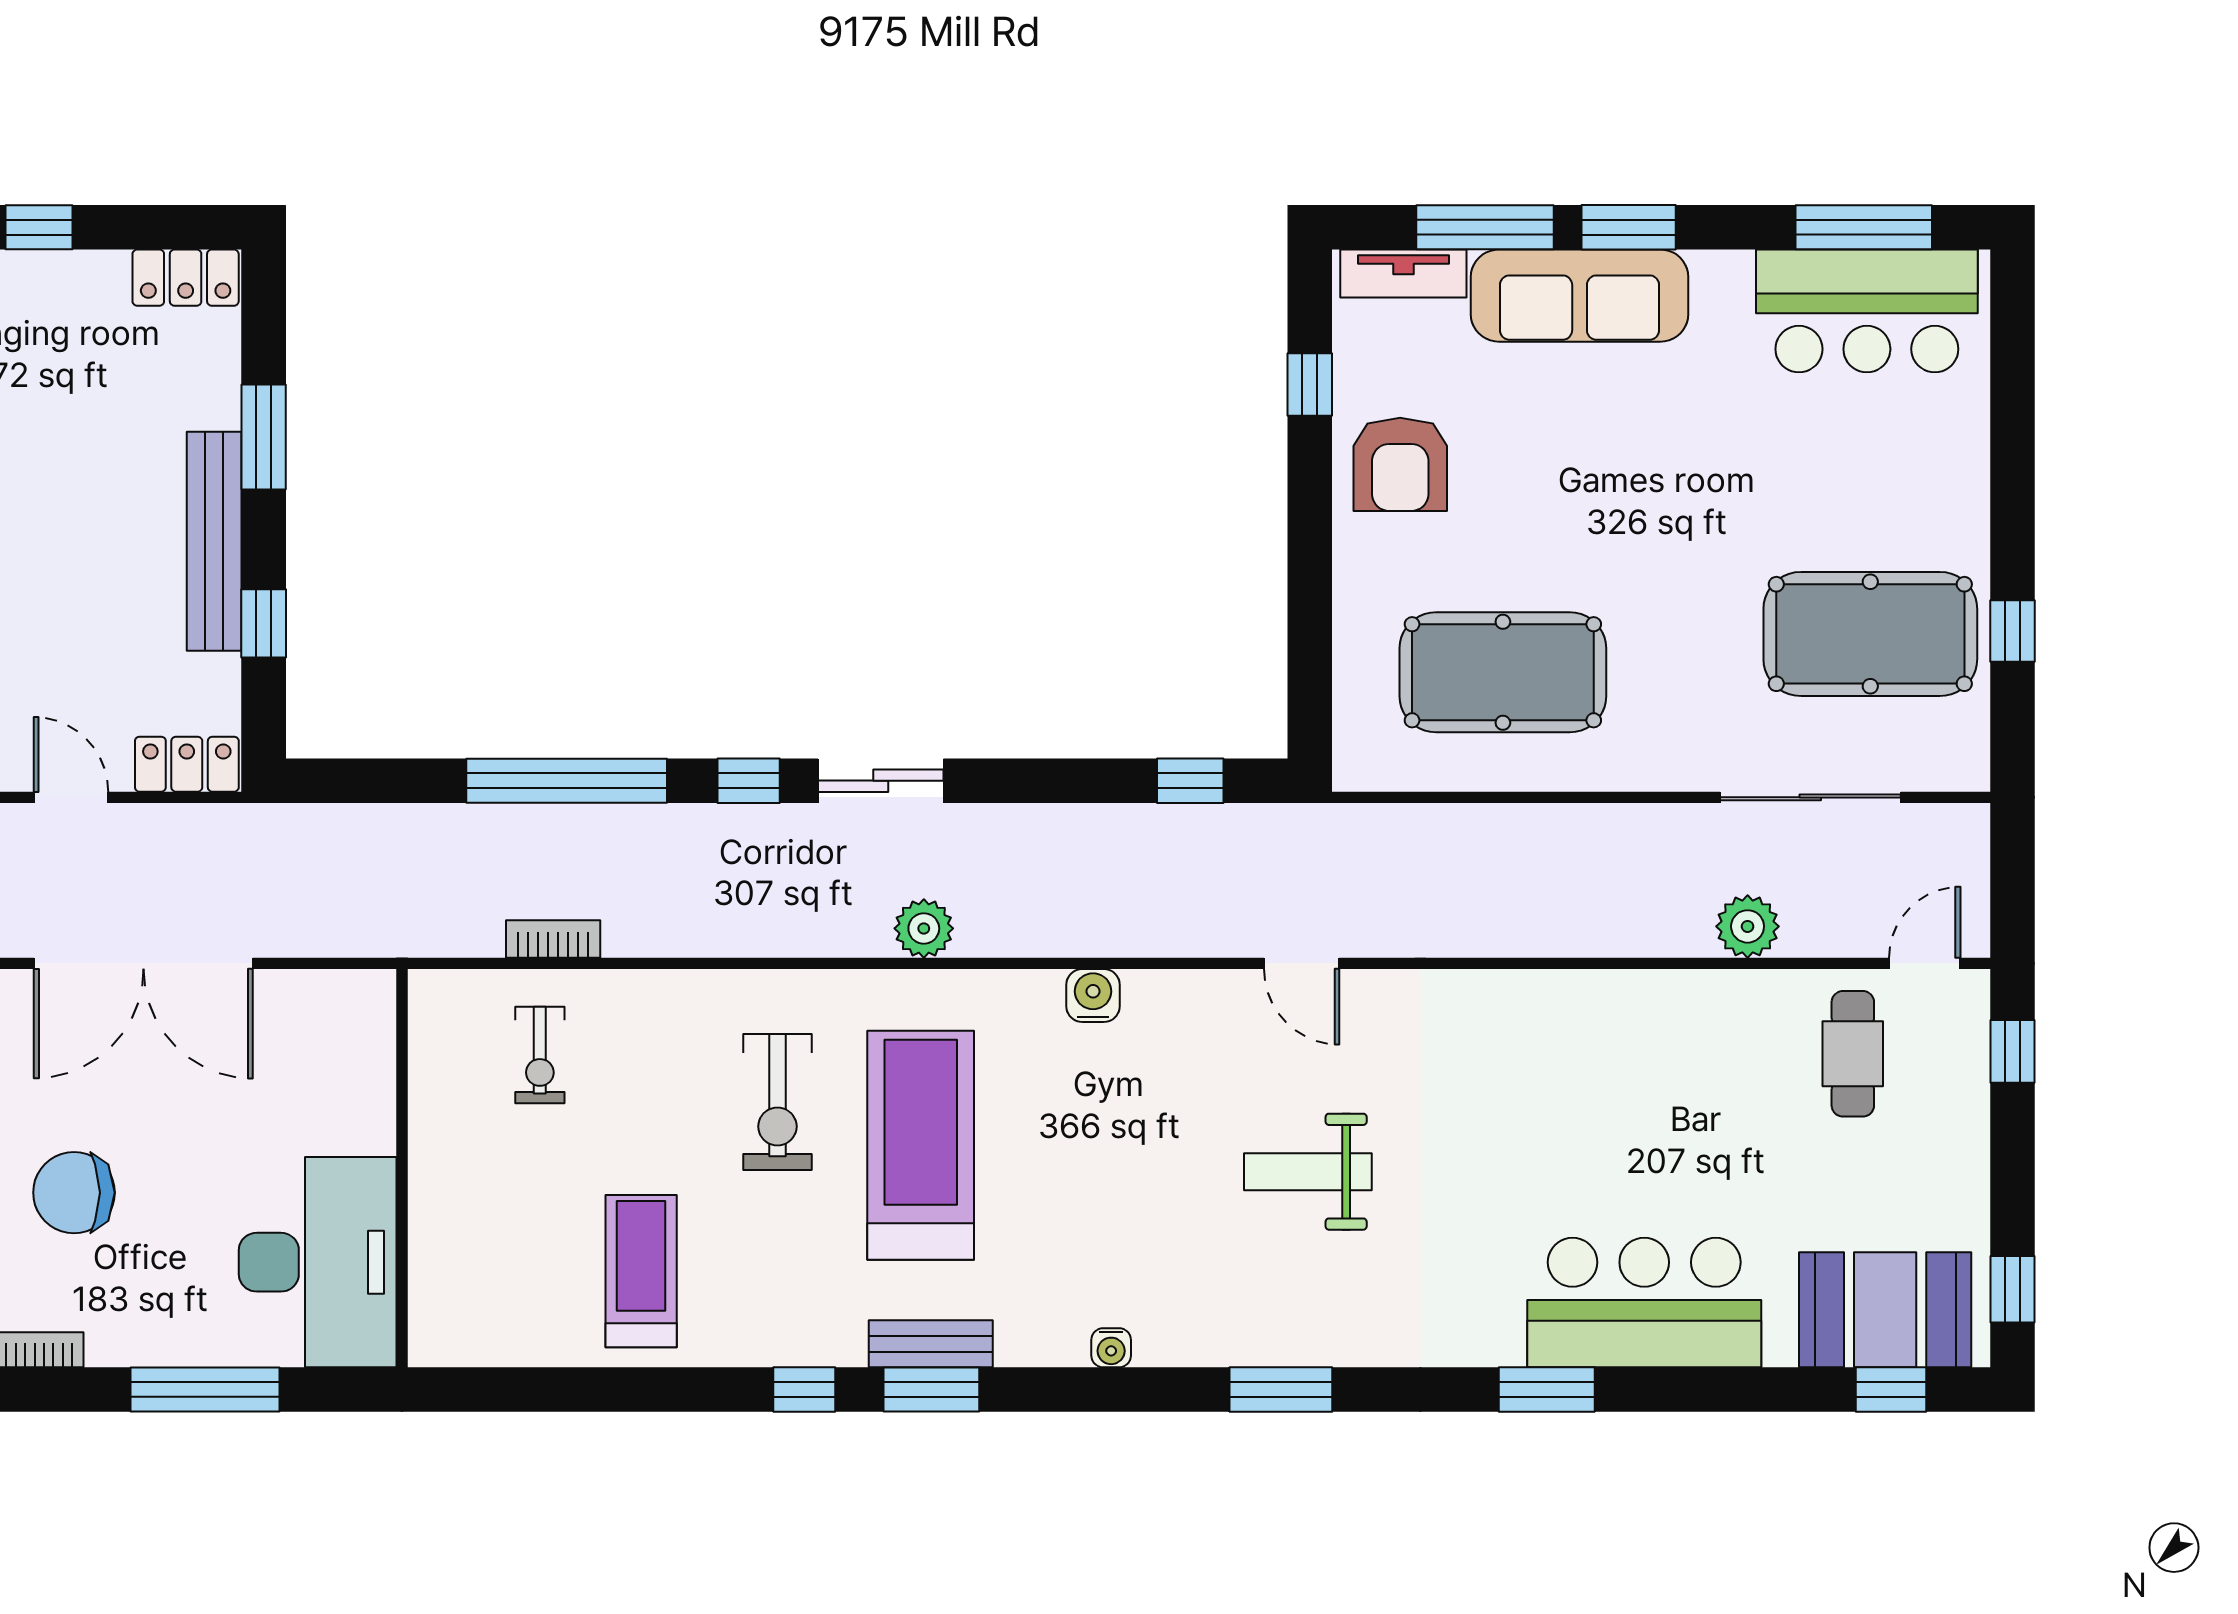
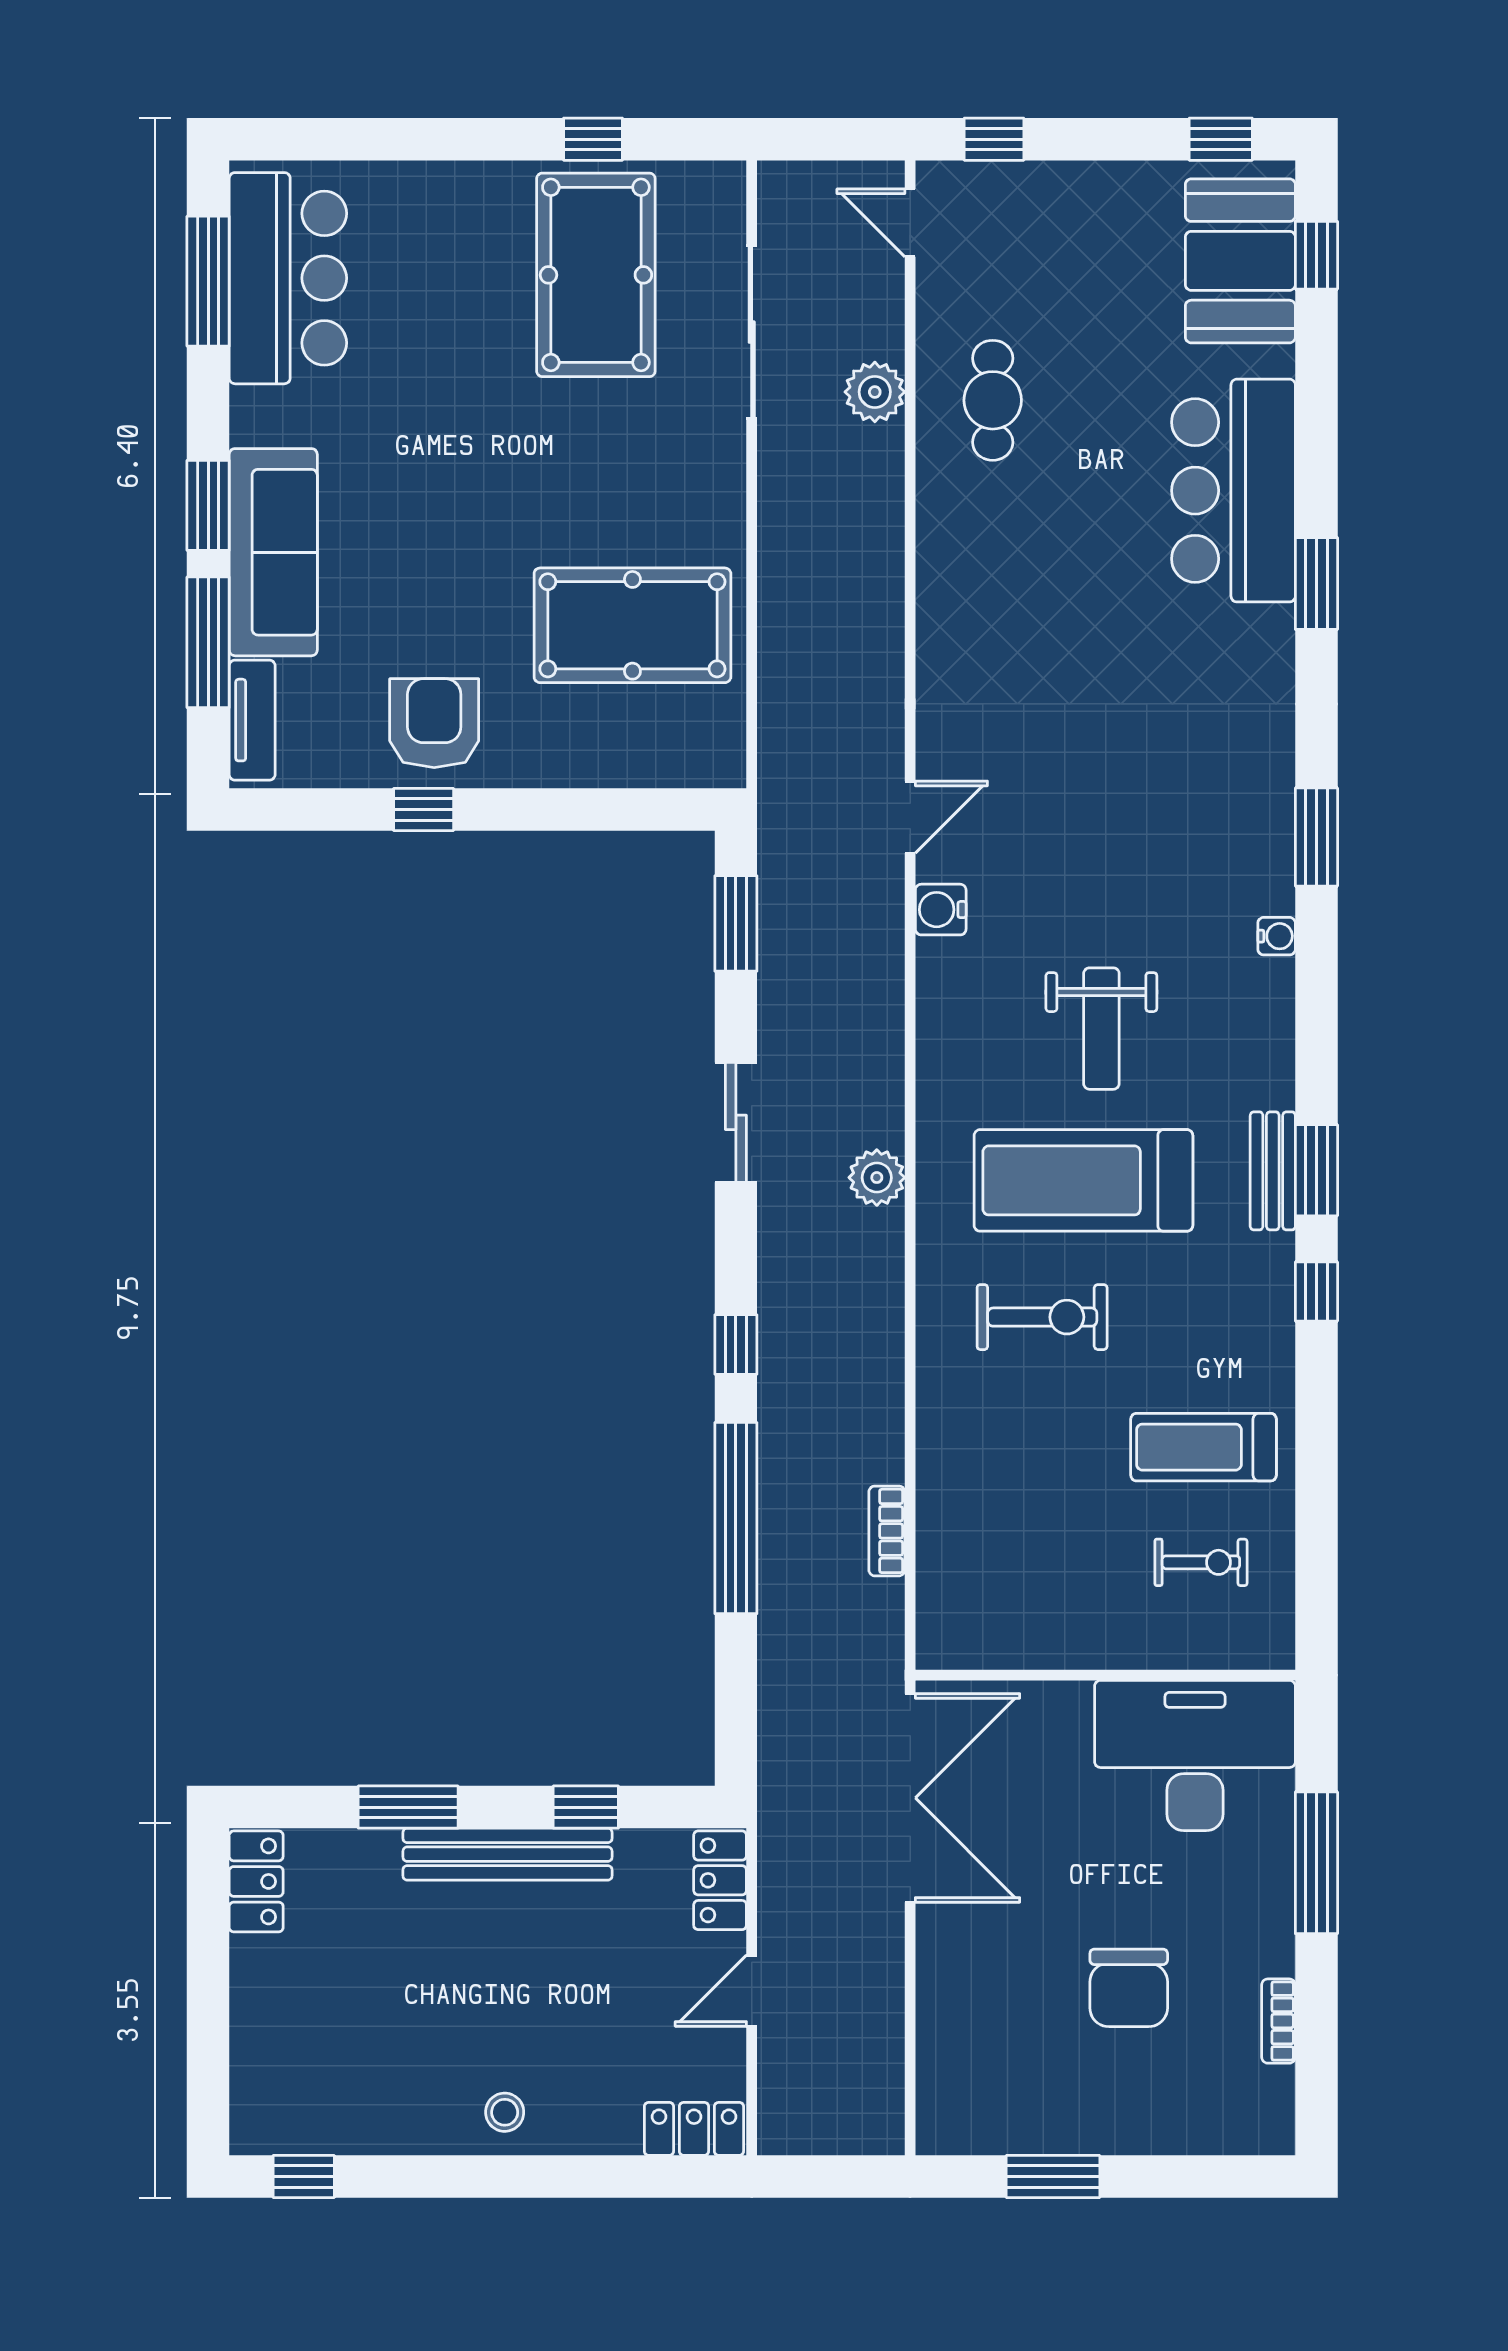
window: (39, 227) -> (208, 2021), removed
window: (1310, 384) -> (424, 810), moved
armchair: (1400, 464) -> (434, 723), turned -90
pool table: (1503, 672) -> (632, 625), turned 90
sliding door: (881, 781) -> (736, 1122), moved
window: (1190, 781) -> (736, 923), width x1.50
double door: (143, 963) -> (910, 1798), moved
water cooler: (1093, 996) -> (941, 910), moved
cafe table: (1853, 1054) -> (993, 400), moved, turned 90
exercise bike: (540, 1055) -> (1201, 1562), moved
weight bench: (1308, 1172) -> (1101, 1029), moved
water cooler: (1111, 1348) -> (1277, 936), moved

